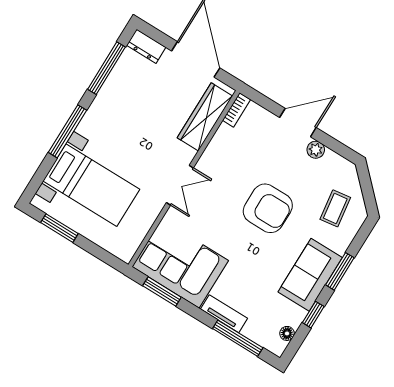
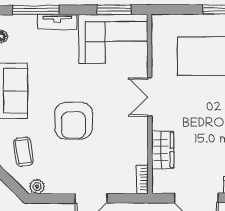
wardrobe: (205, 117) -> (163, 150), width x0.67
plant: (316, 150) -> (37, 186), moved
armchair: (268, 208) -> (74, 121), turned -90

